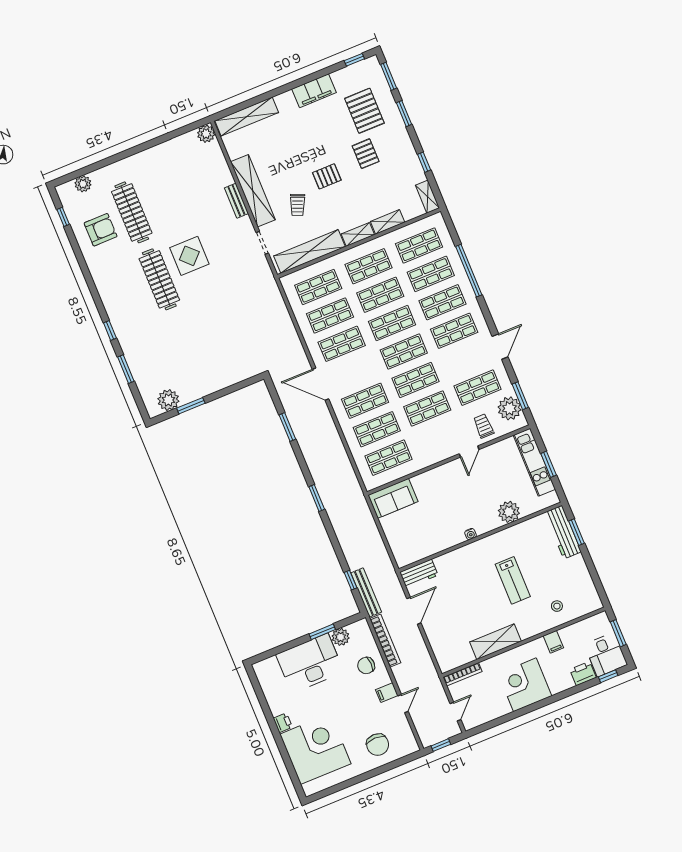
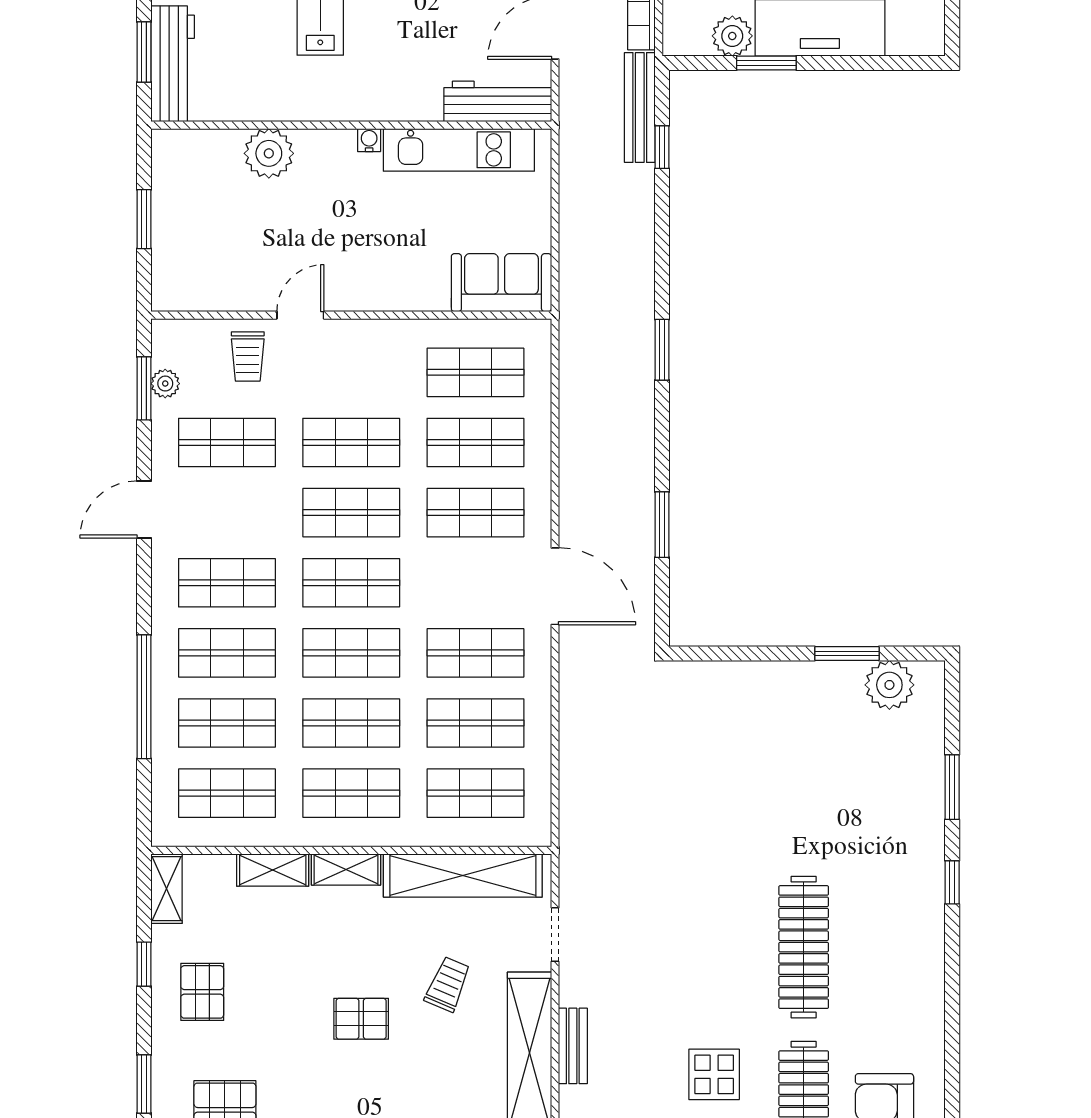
pallet: (366, 154) -> (202, 992), moved
display table: (189, 256) -> (714, 1074), moved, width x0.73, depth x0.73
plant: (509, 408) -> (165, 384), width x0.53, depth x0.53
kitchen unit: (534, 462) -> (459, 150), moved, turned 90
workbench: (419, 574) -> (498, 101), width x1.38

